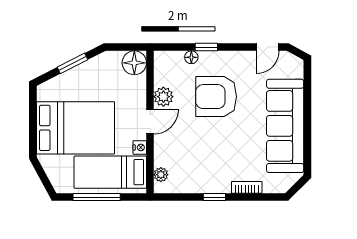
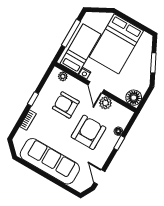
armchair: (197, 148) -> (66, 105), added

